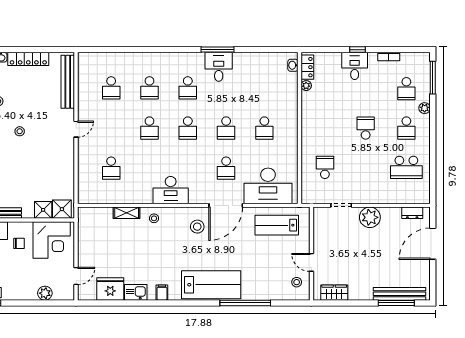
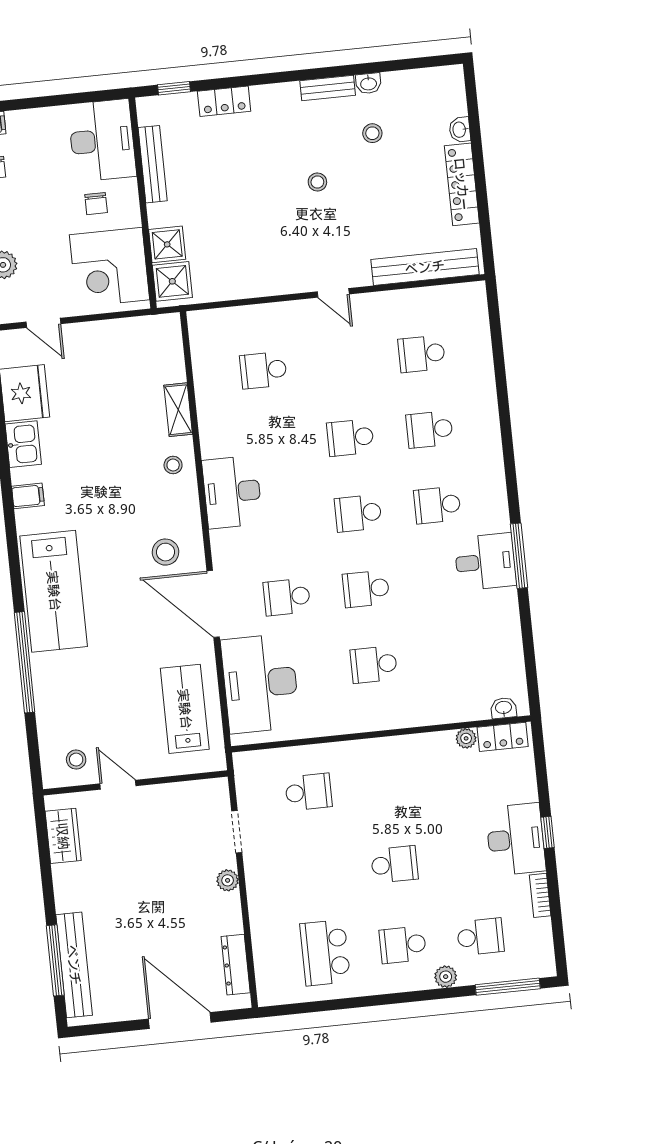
desk: (355, 66) -> (516, 839), width x1.37
school desk: (406, 89) -> (480, 937), turned 180
dresser: (412, 213) -> (236, 965), width x1.44
plant: (370, 217) -> (228, 880), width x0.53, depth x0.53
door: (311, 262) -> (118, 785), hinge flipped

